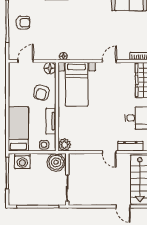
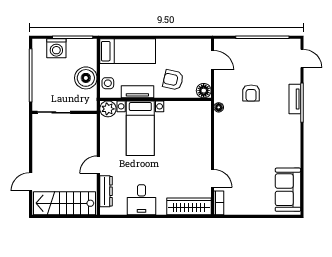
armchair: (23, 23) -> (251, 93), moved
door: (109, 61) -> (212, 178), moved
bed with nightstands: (77, 84) -> (140, 128), moved, turned -90
washing machine: (22, 161) -> (56, 48), moved, turned -90
boiler: (56, 162) -> (86, 78), moved

